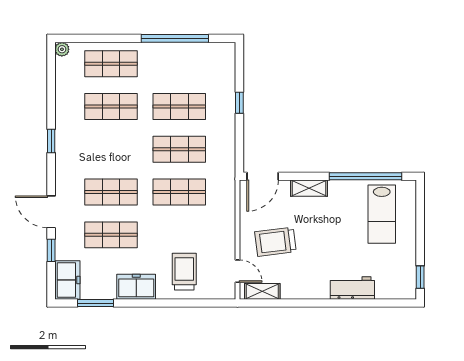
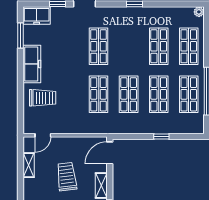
door: (263, 176) -> (110, 153), hinge flipped
shop shelf: (111, 235) -> (189, 94), moved
trolley: (275, 242) -> (67, 177), moved
freezer: (136, 287) -> (32, 64), width x1.40
shelving: (262, 291) -> (29, 165), moved

